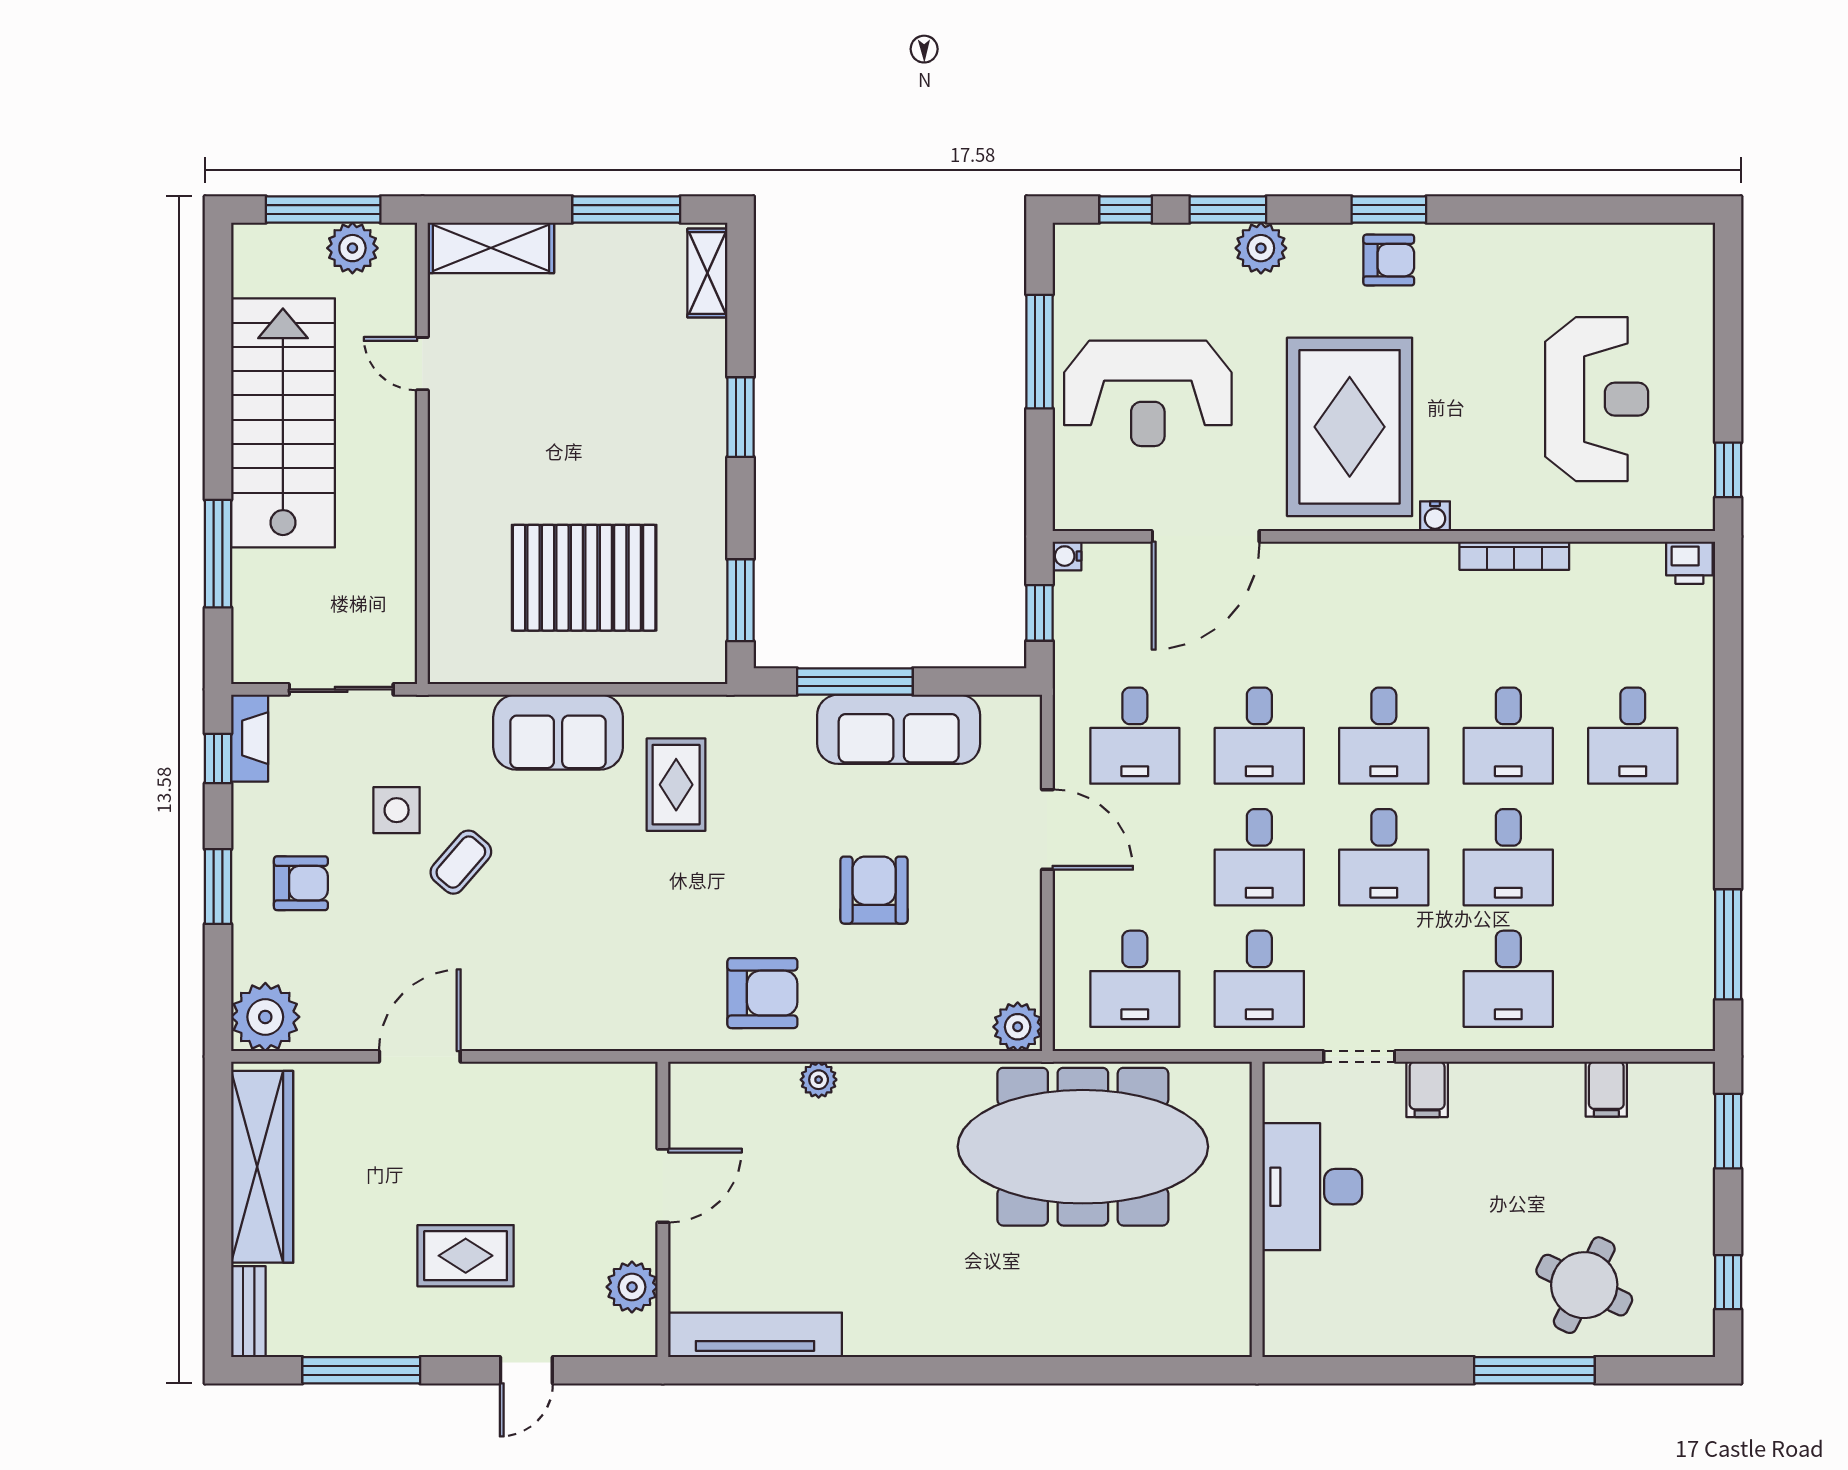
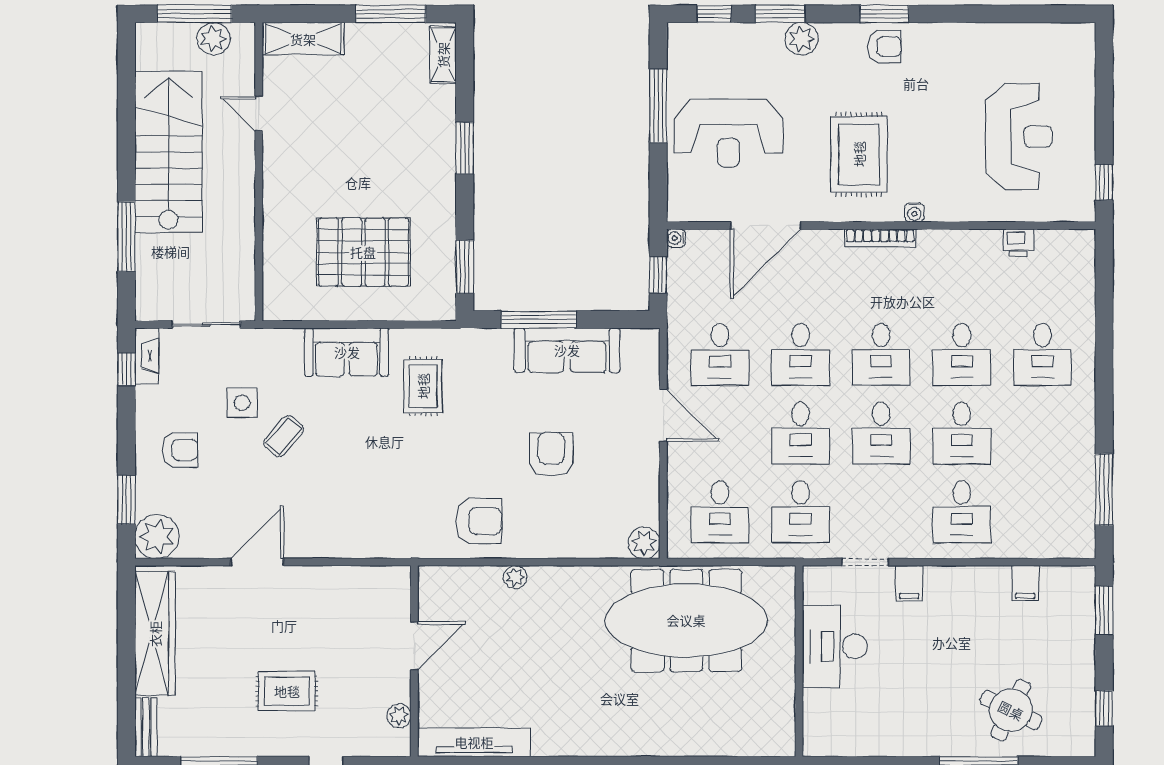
rug: (1350, 427) -> (859, 154), width x0.73, depth x0.69
bookcase: (1514, 556) -> (880, 238), moved
printer: (1689, 563) -> (1018, 242), moved
window: (218, 886) -> (126, 500), moved
plant: (632, 1287) -> (399, 716), width x0.73, depth x0.73

